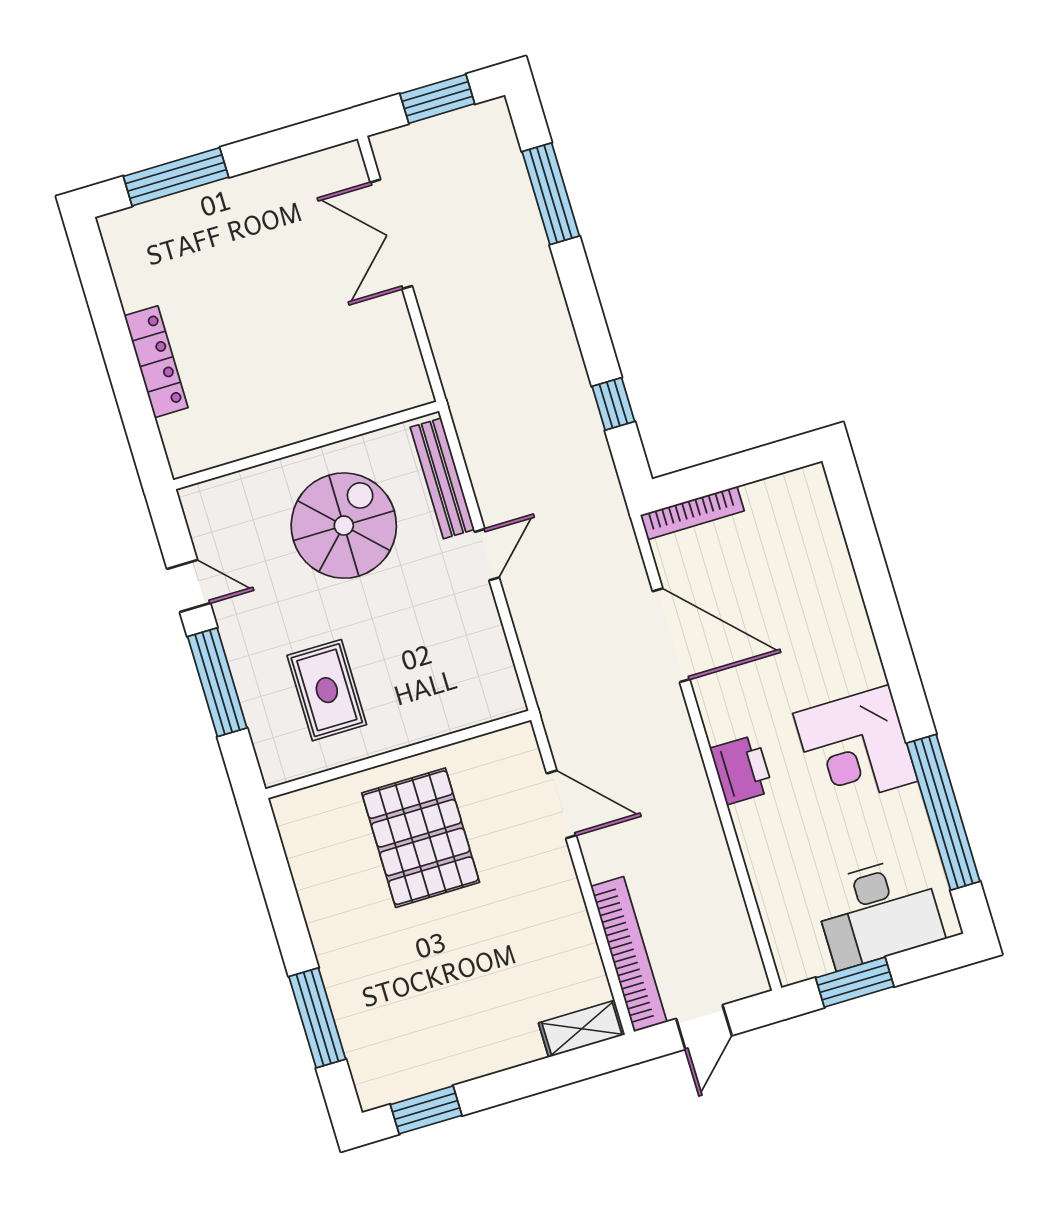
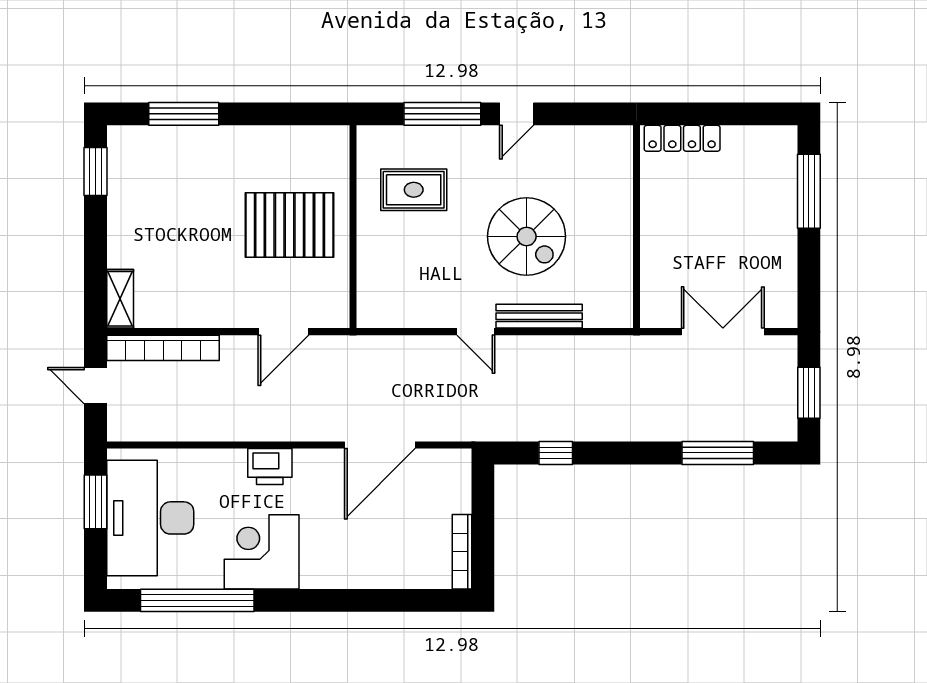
wall: (306, 446) -> (637, 227), moved
bookcase: (692, 513) -> (462, 552), moved
desk: (878, 912) -> (150, 518), width x1.36, depth x1.30

